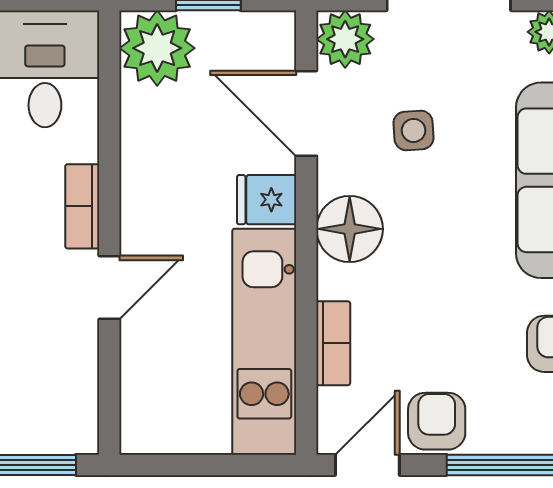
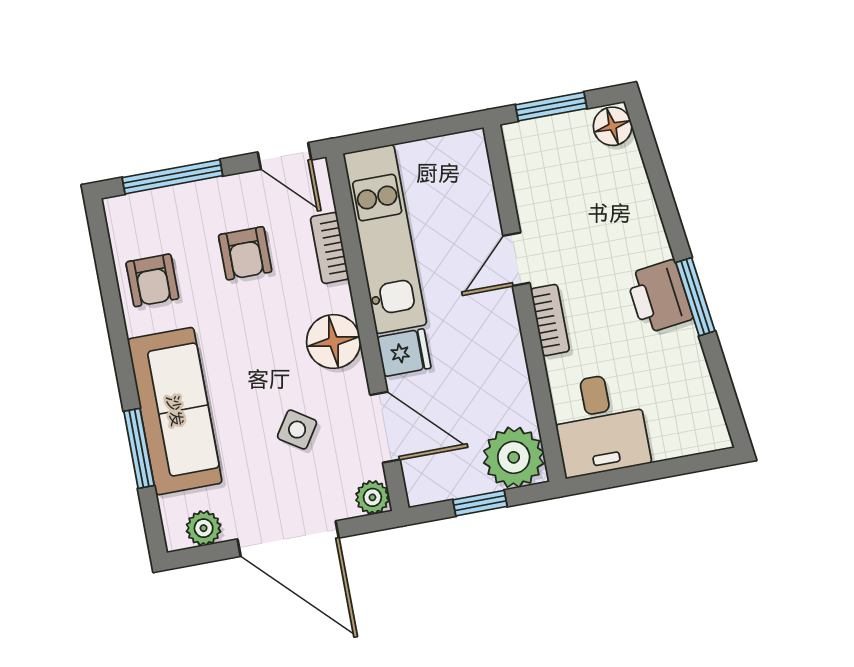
plant: (345, 39) -> (372, 497), width x0.73, depth x0.73
side table: (414, 130) -> (297, 430), turned 37
armchair: (437, 421) -> (245, 253), moved
door: (367, 465) -> (284, 156), hinge flipped

